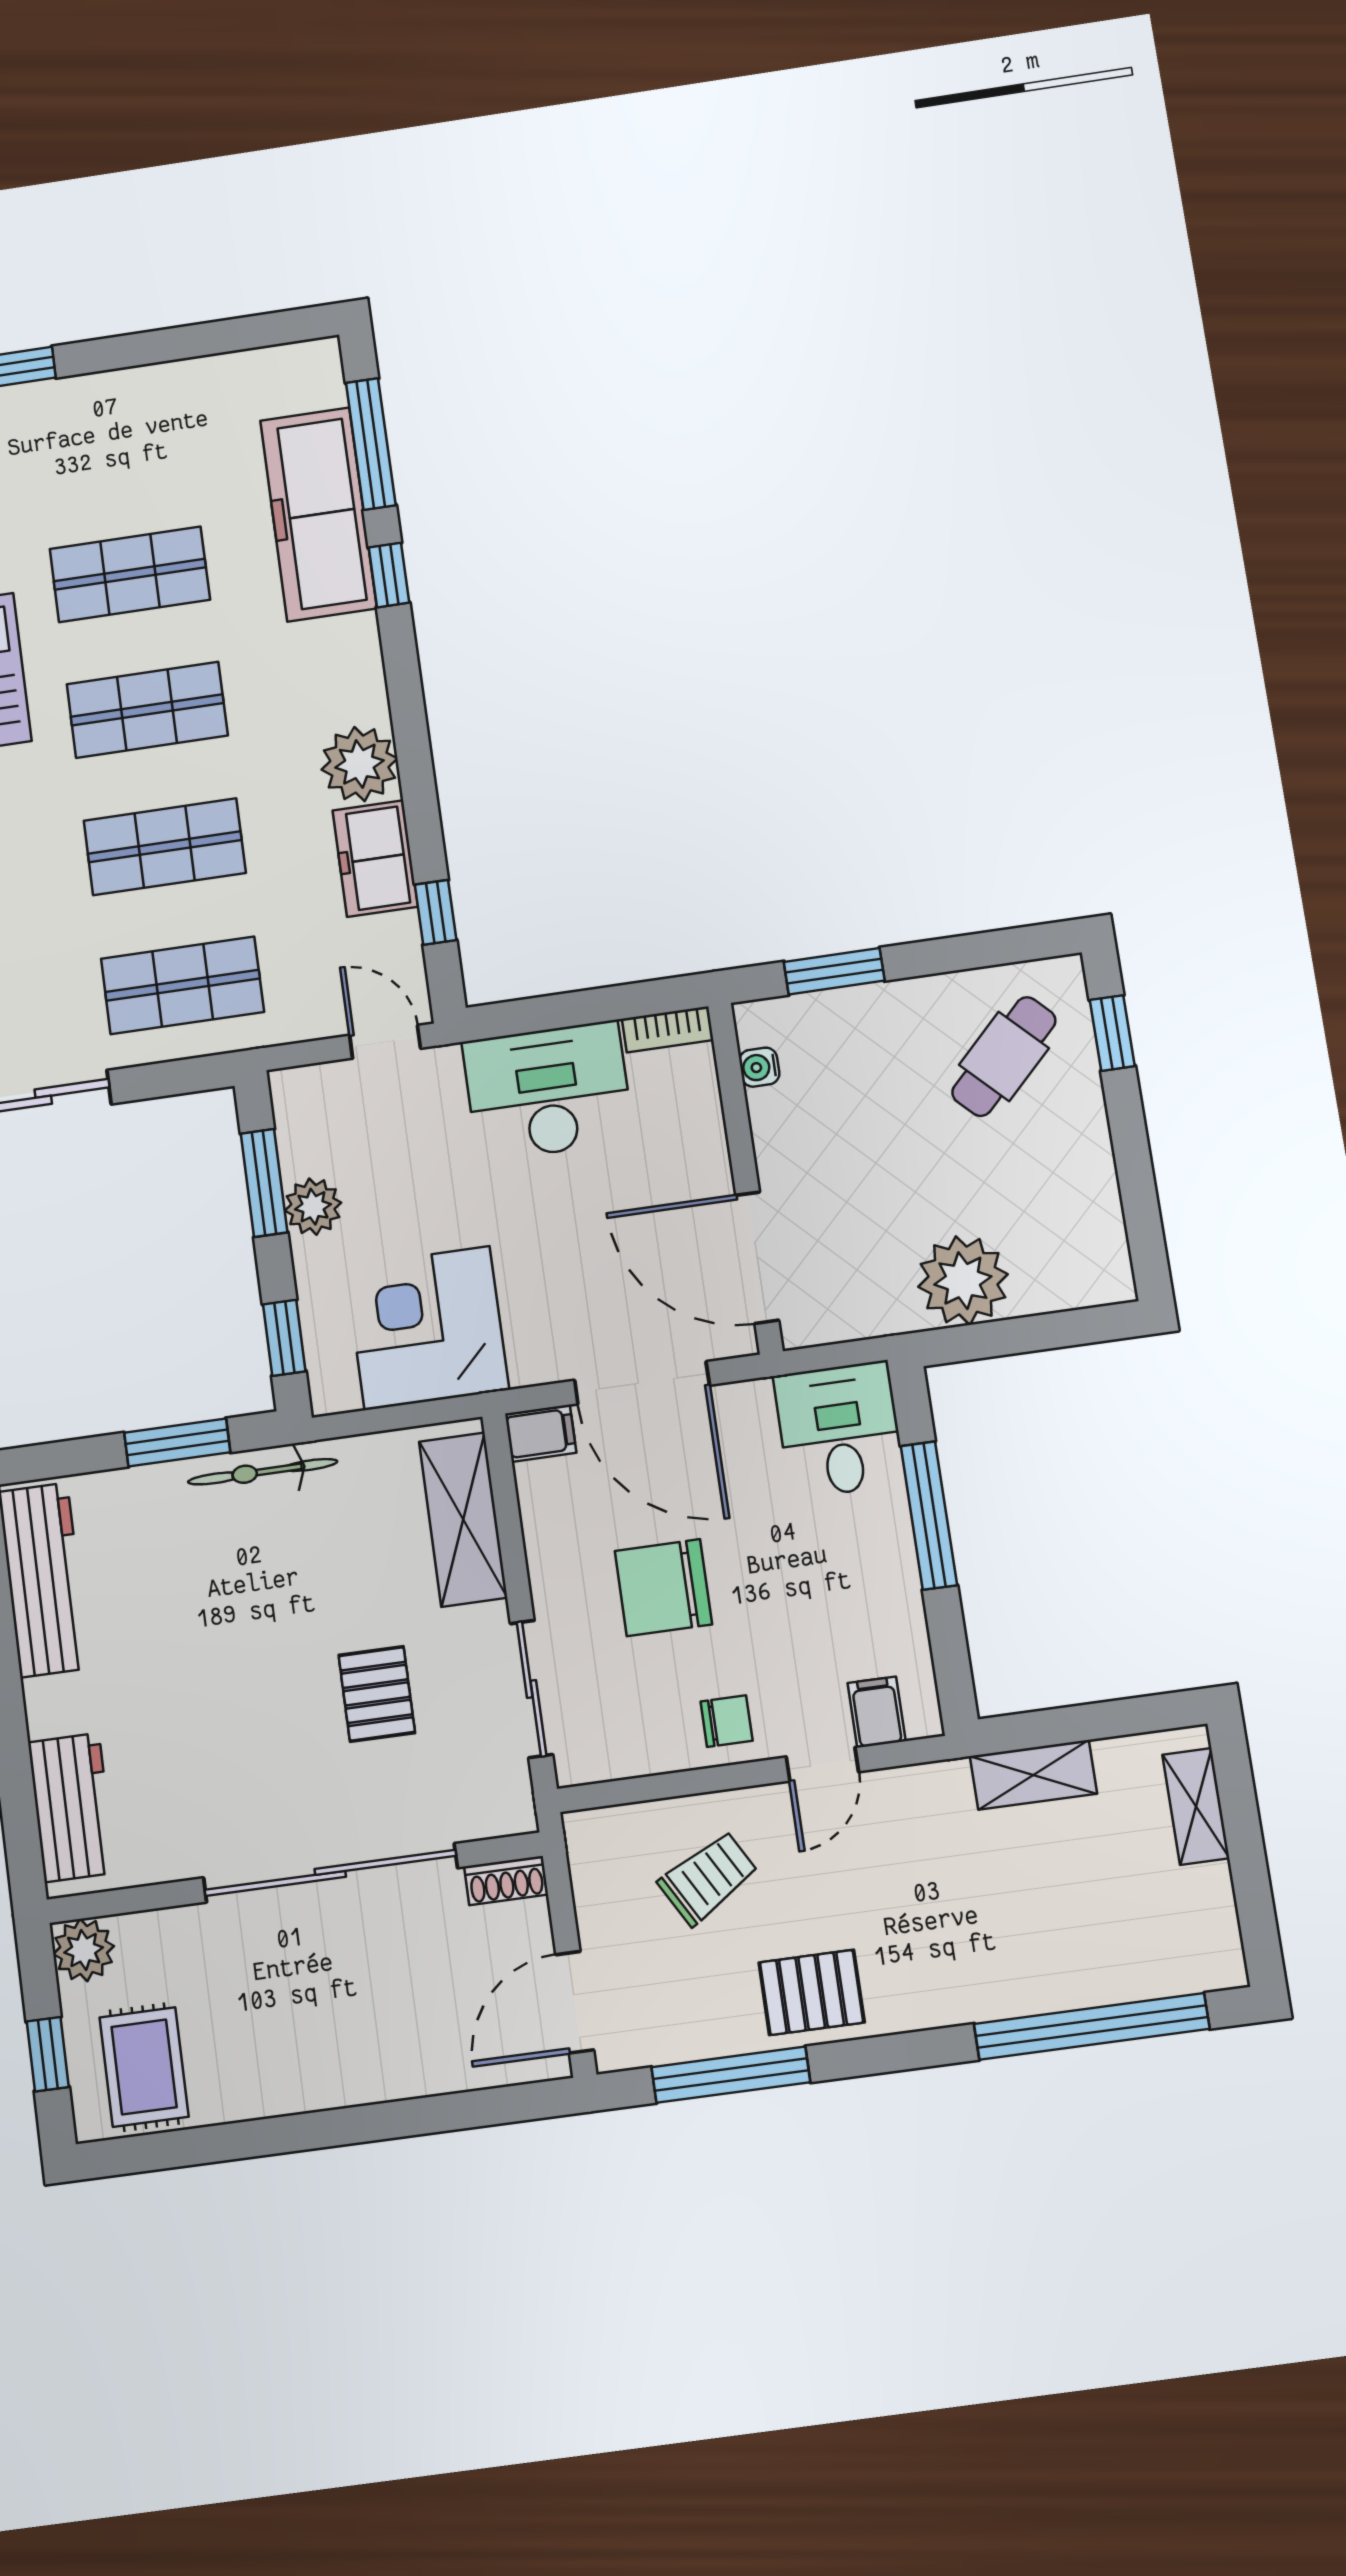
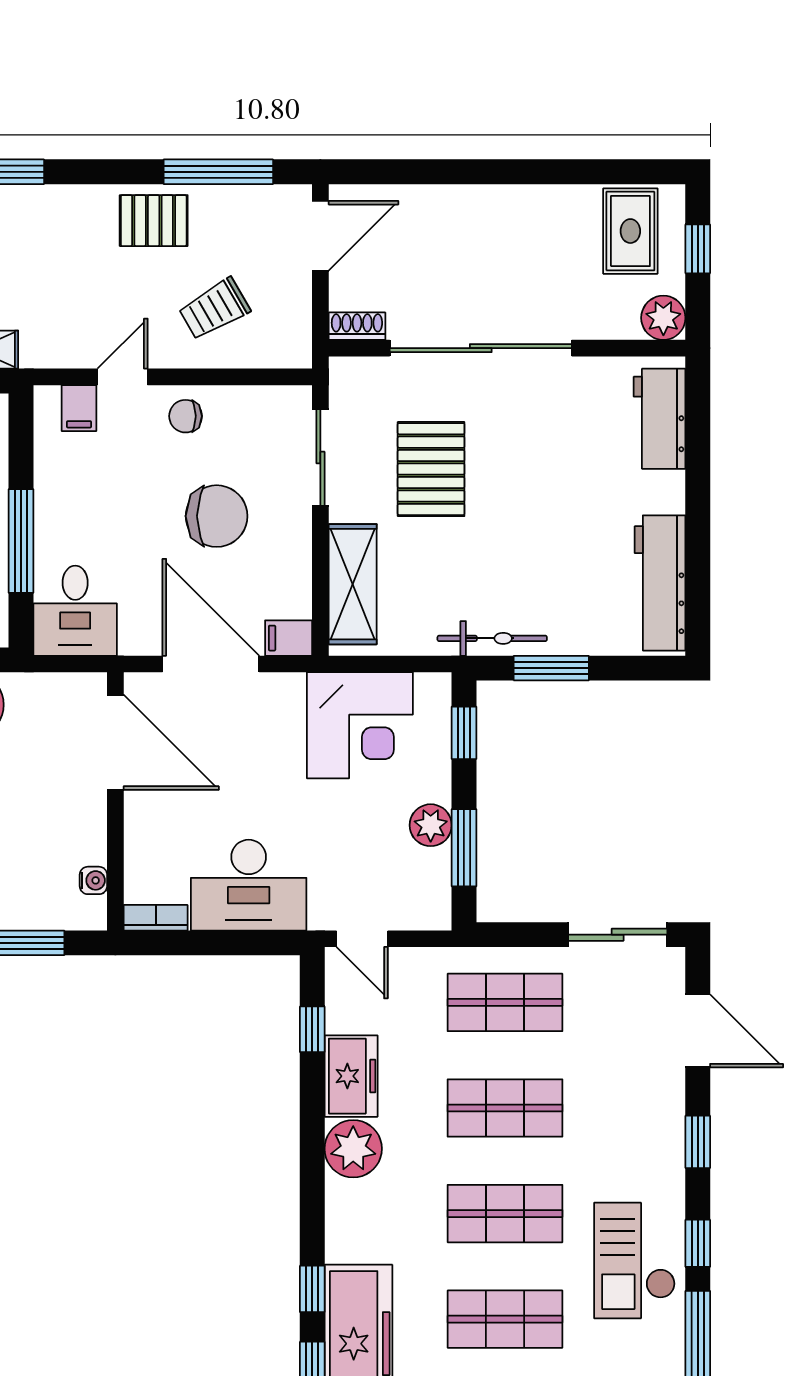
pallet: (377, 1694) -> (431, 469), width x1.50, depth x1.42

